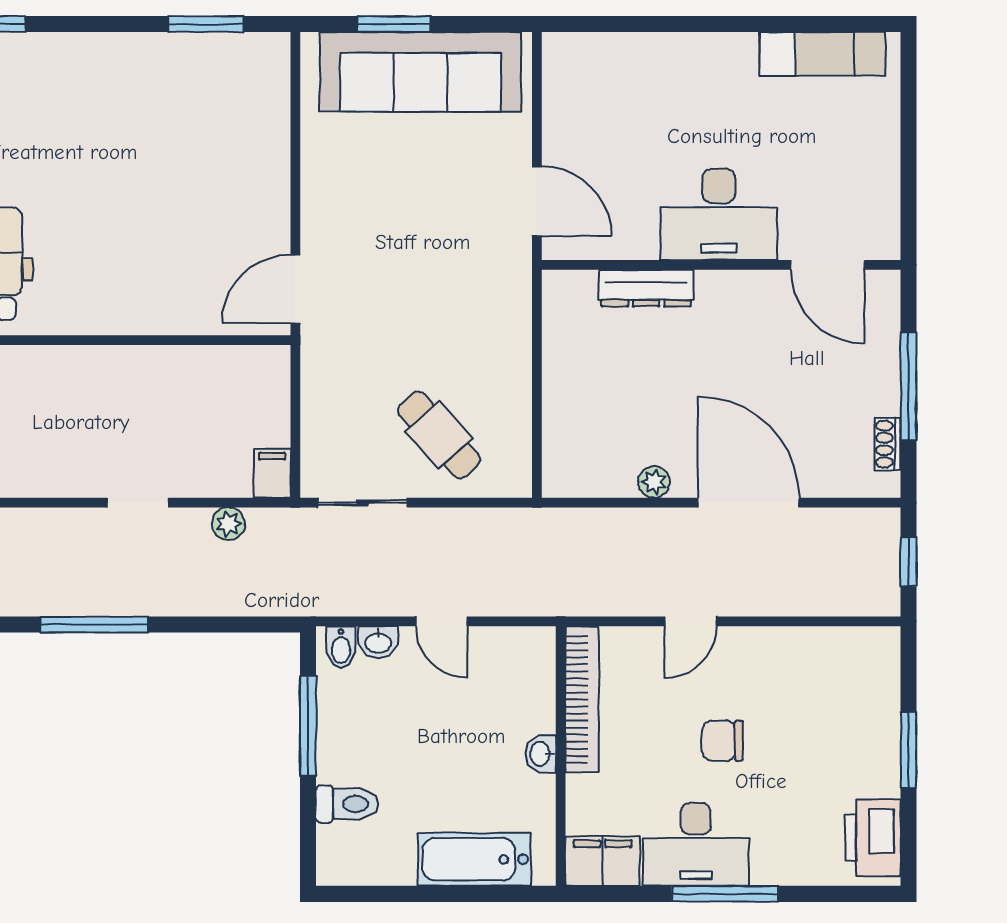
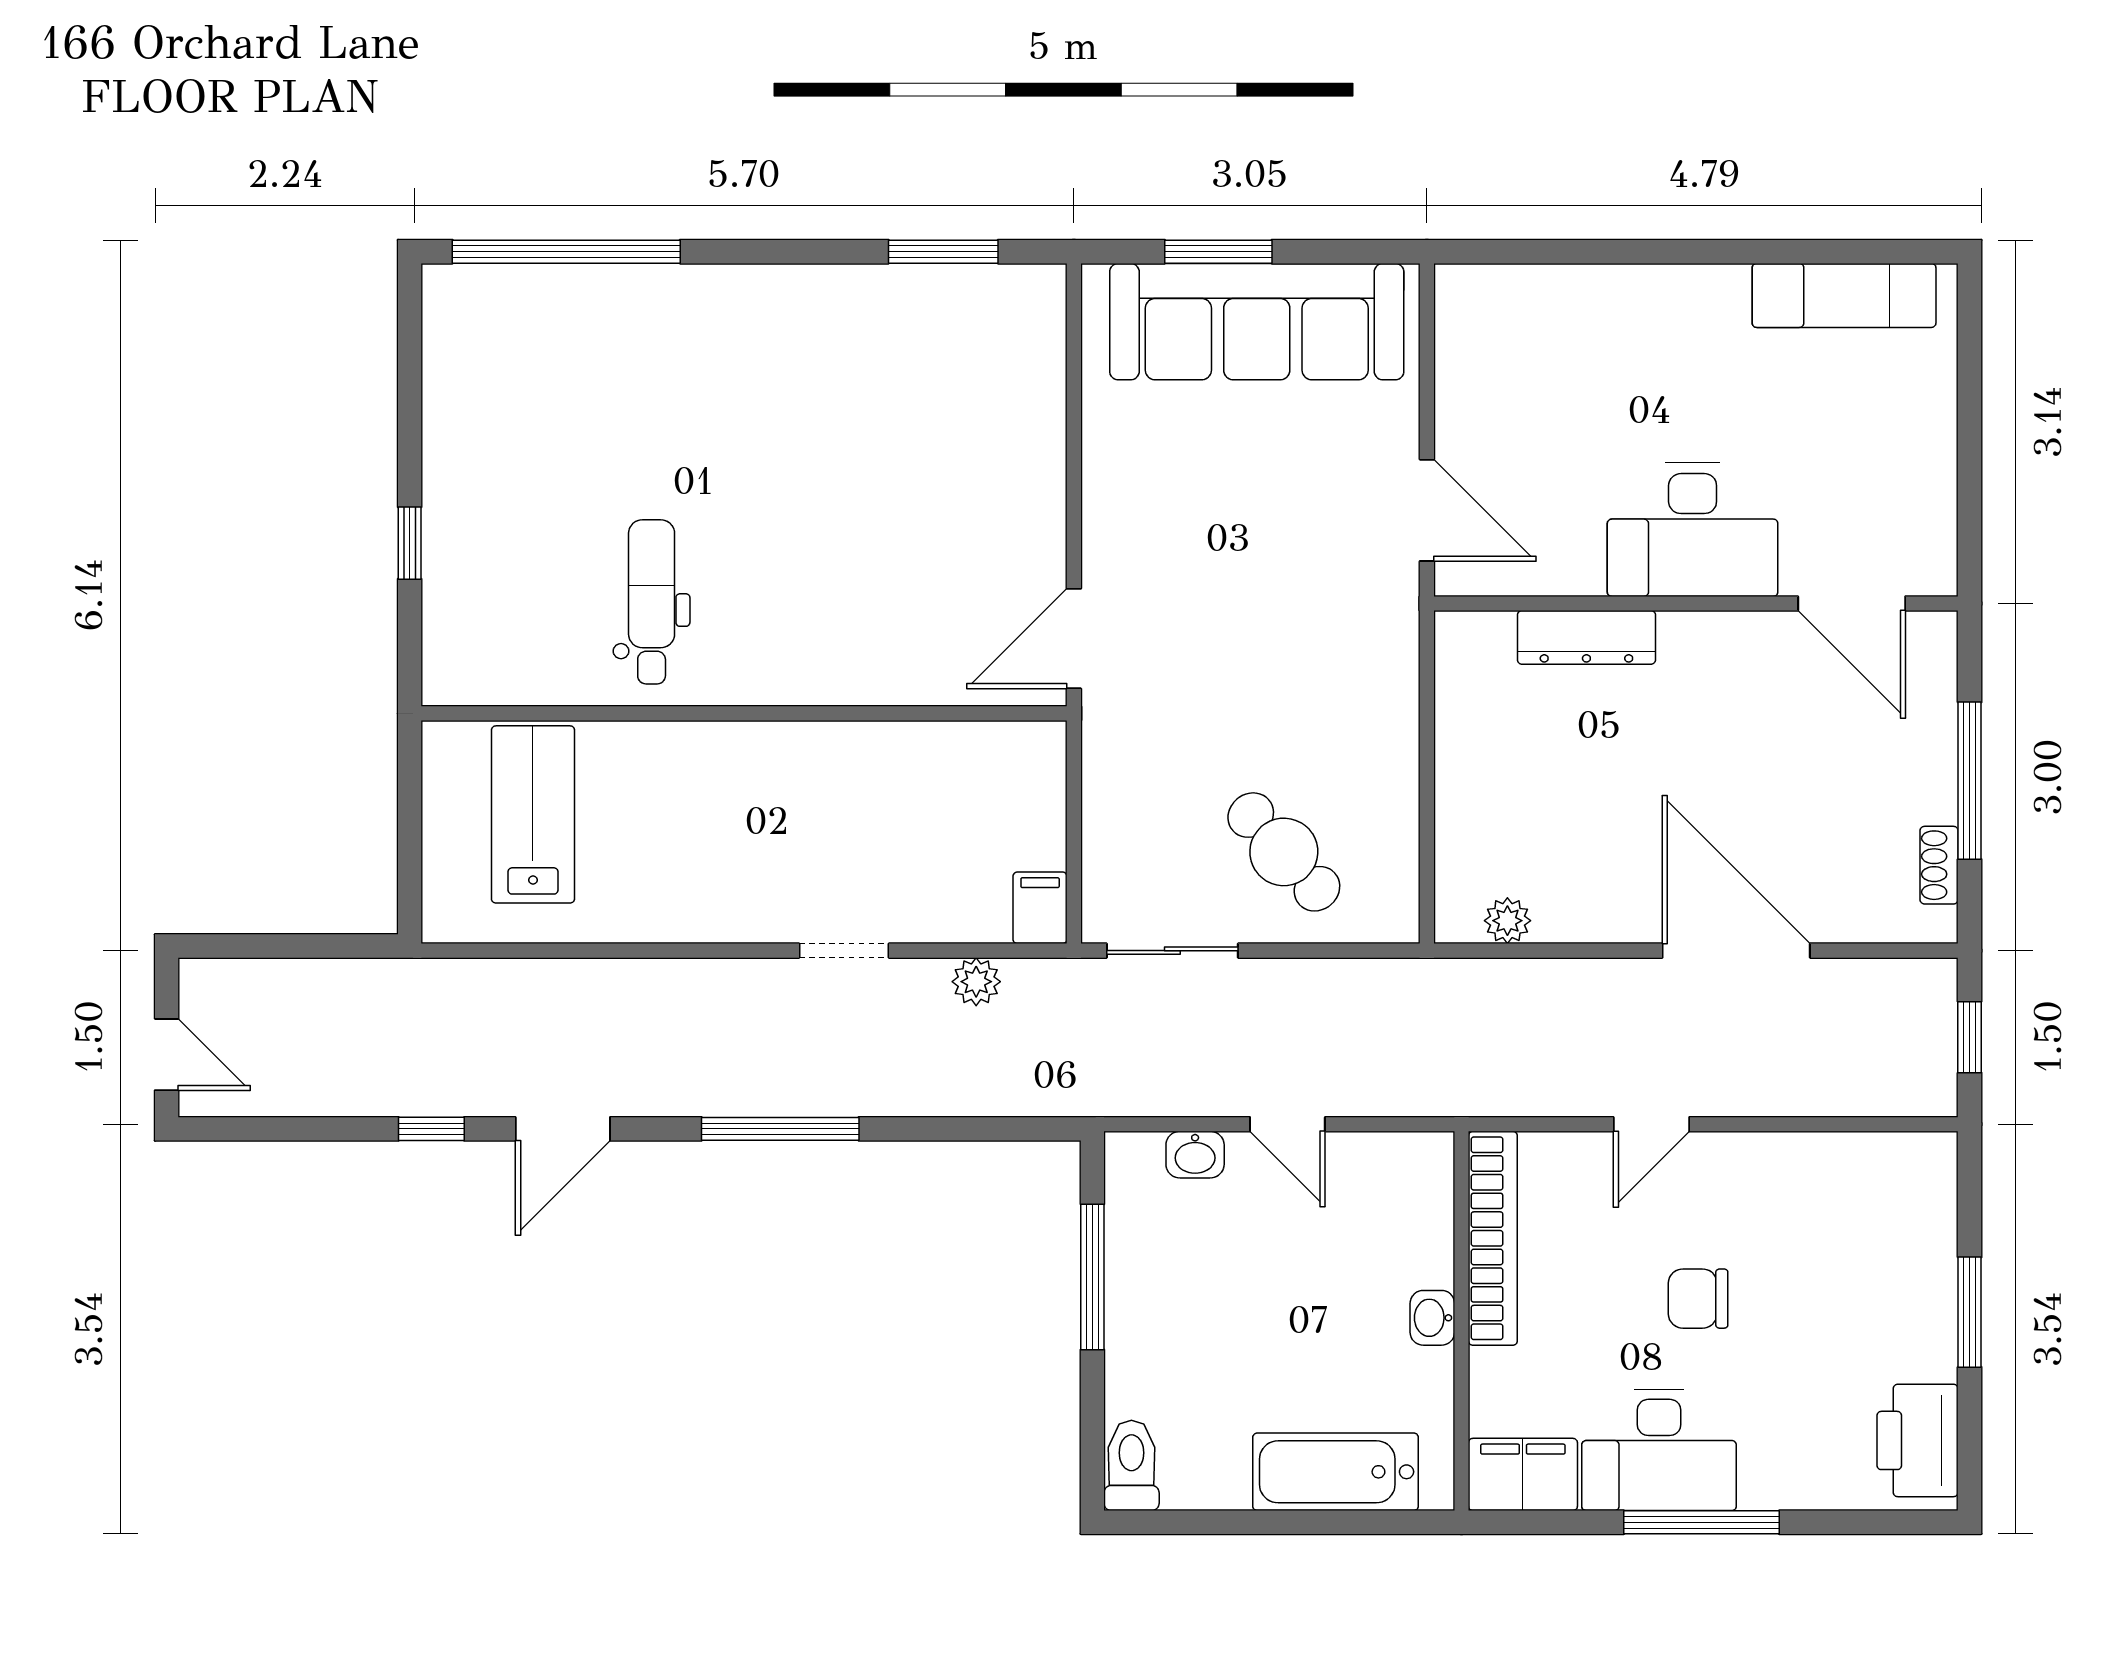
plant: (654, 482) -> (1507, 921), moved
bidet: (341, 647) -> (1141, 1162), removed
toilet: (347, 804) -> (1131, 1465), moved, turned -90

